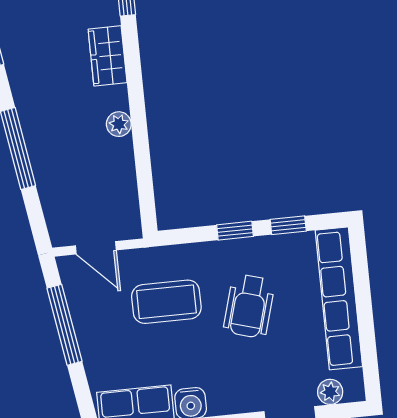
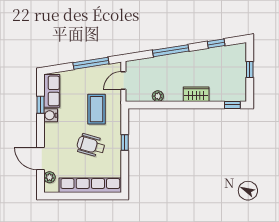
wardrobe: (108, 56) -> (196, 94), moved
plant: (119, 124) -> (158, 96), moved
window: (288, 225) -> (125, 166), removed

